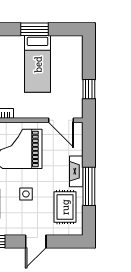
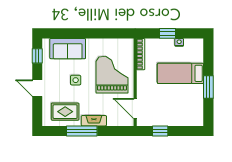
bed: (38, 64) -> (180, 73), moved
door: (61, 120) -> (135, 108), hinge flipped

